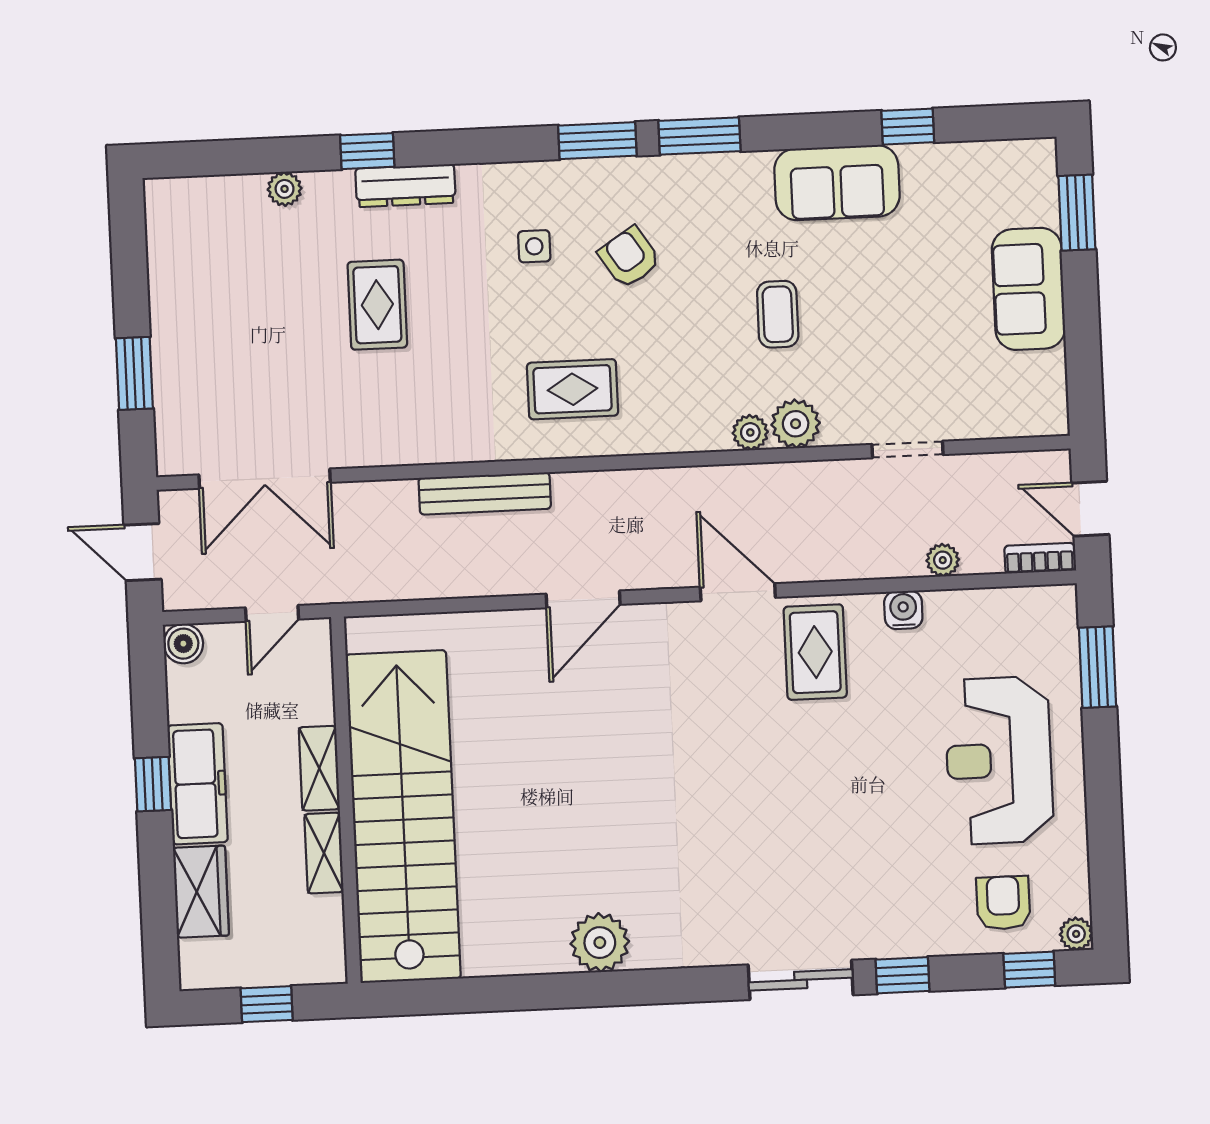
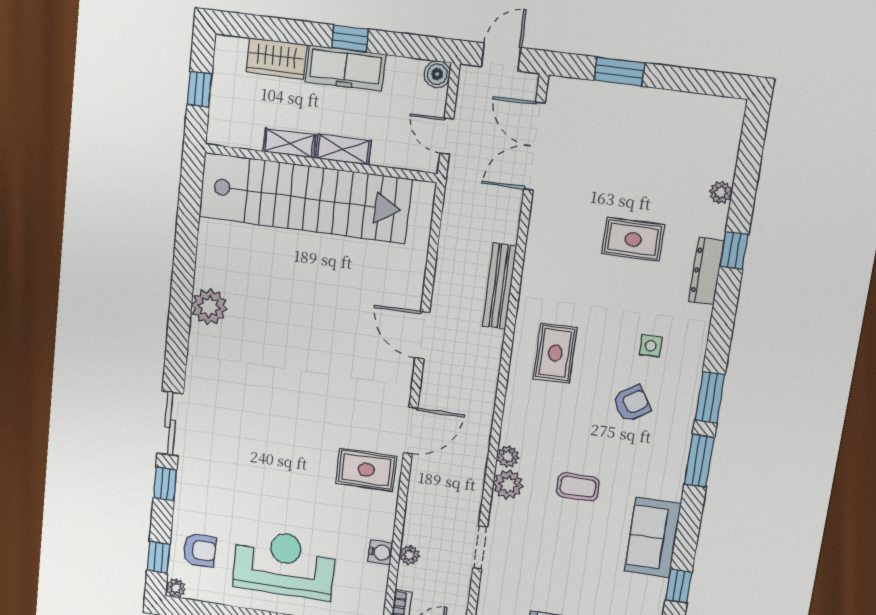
water cooler: (903, 610) -> (380, 552), moved

